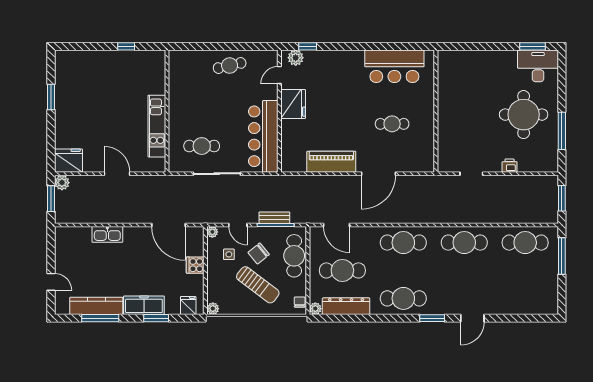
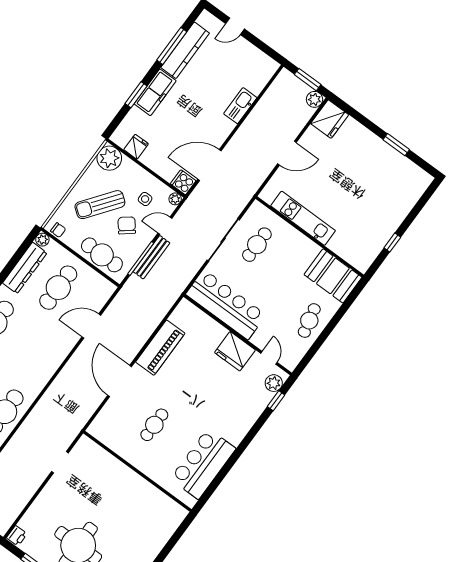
booth: (183, 72) -> (333, 276), added
printer: (510, 166) -> (17, 536), moved
bench: (274, 218) -> (151, 257), width x1.36
door: (336, 225) -> (91, 326), moved
cafe table: (403, 243) -> (44, 359), removed
cooker: (195, 265) -> (183, 182), moved, turned -90
fridge: (188, 305) -> (136, 147), moved, turned -90
plant: (213, 309) -> (109, 158), width x1.88, depth x1.88

